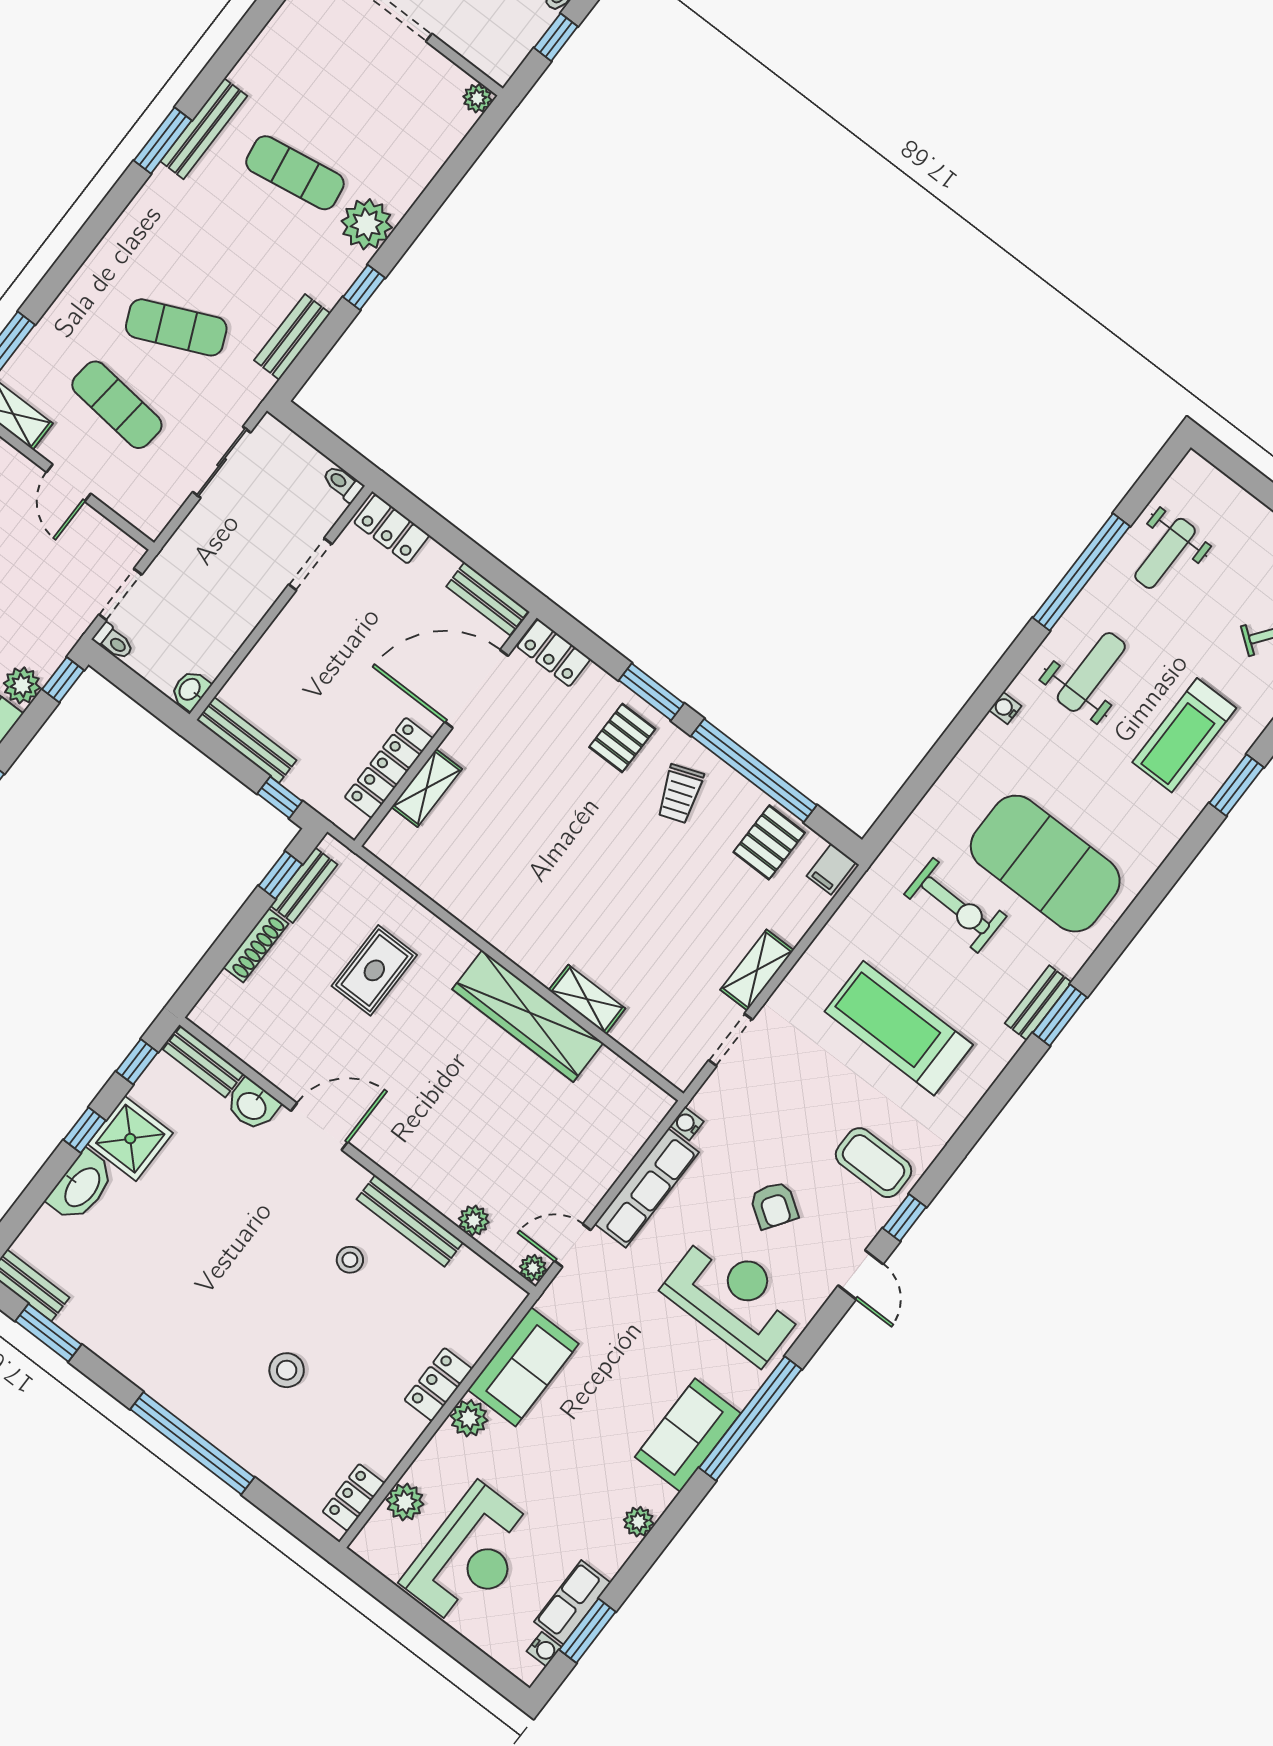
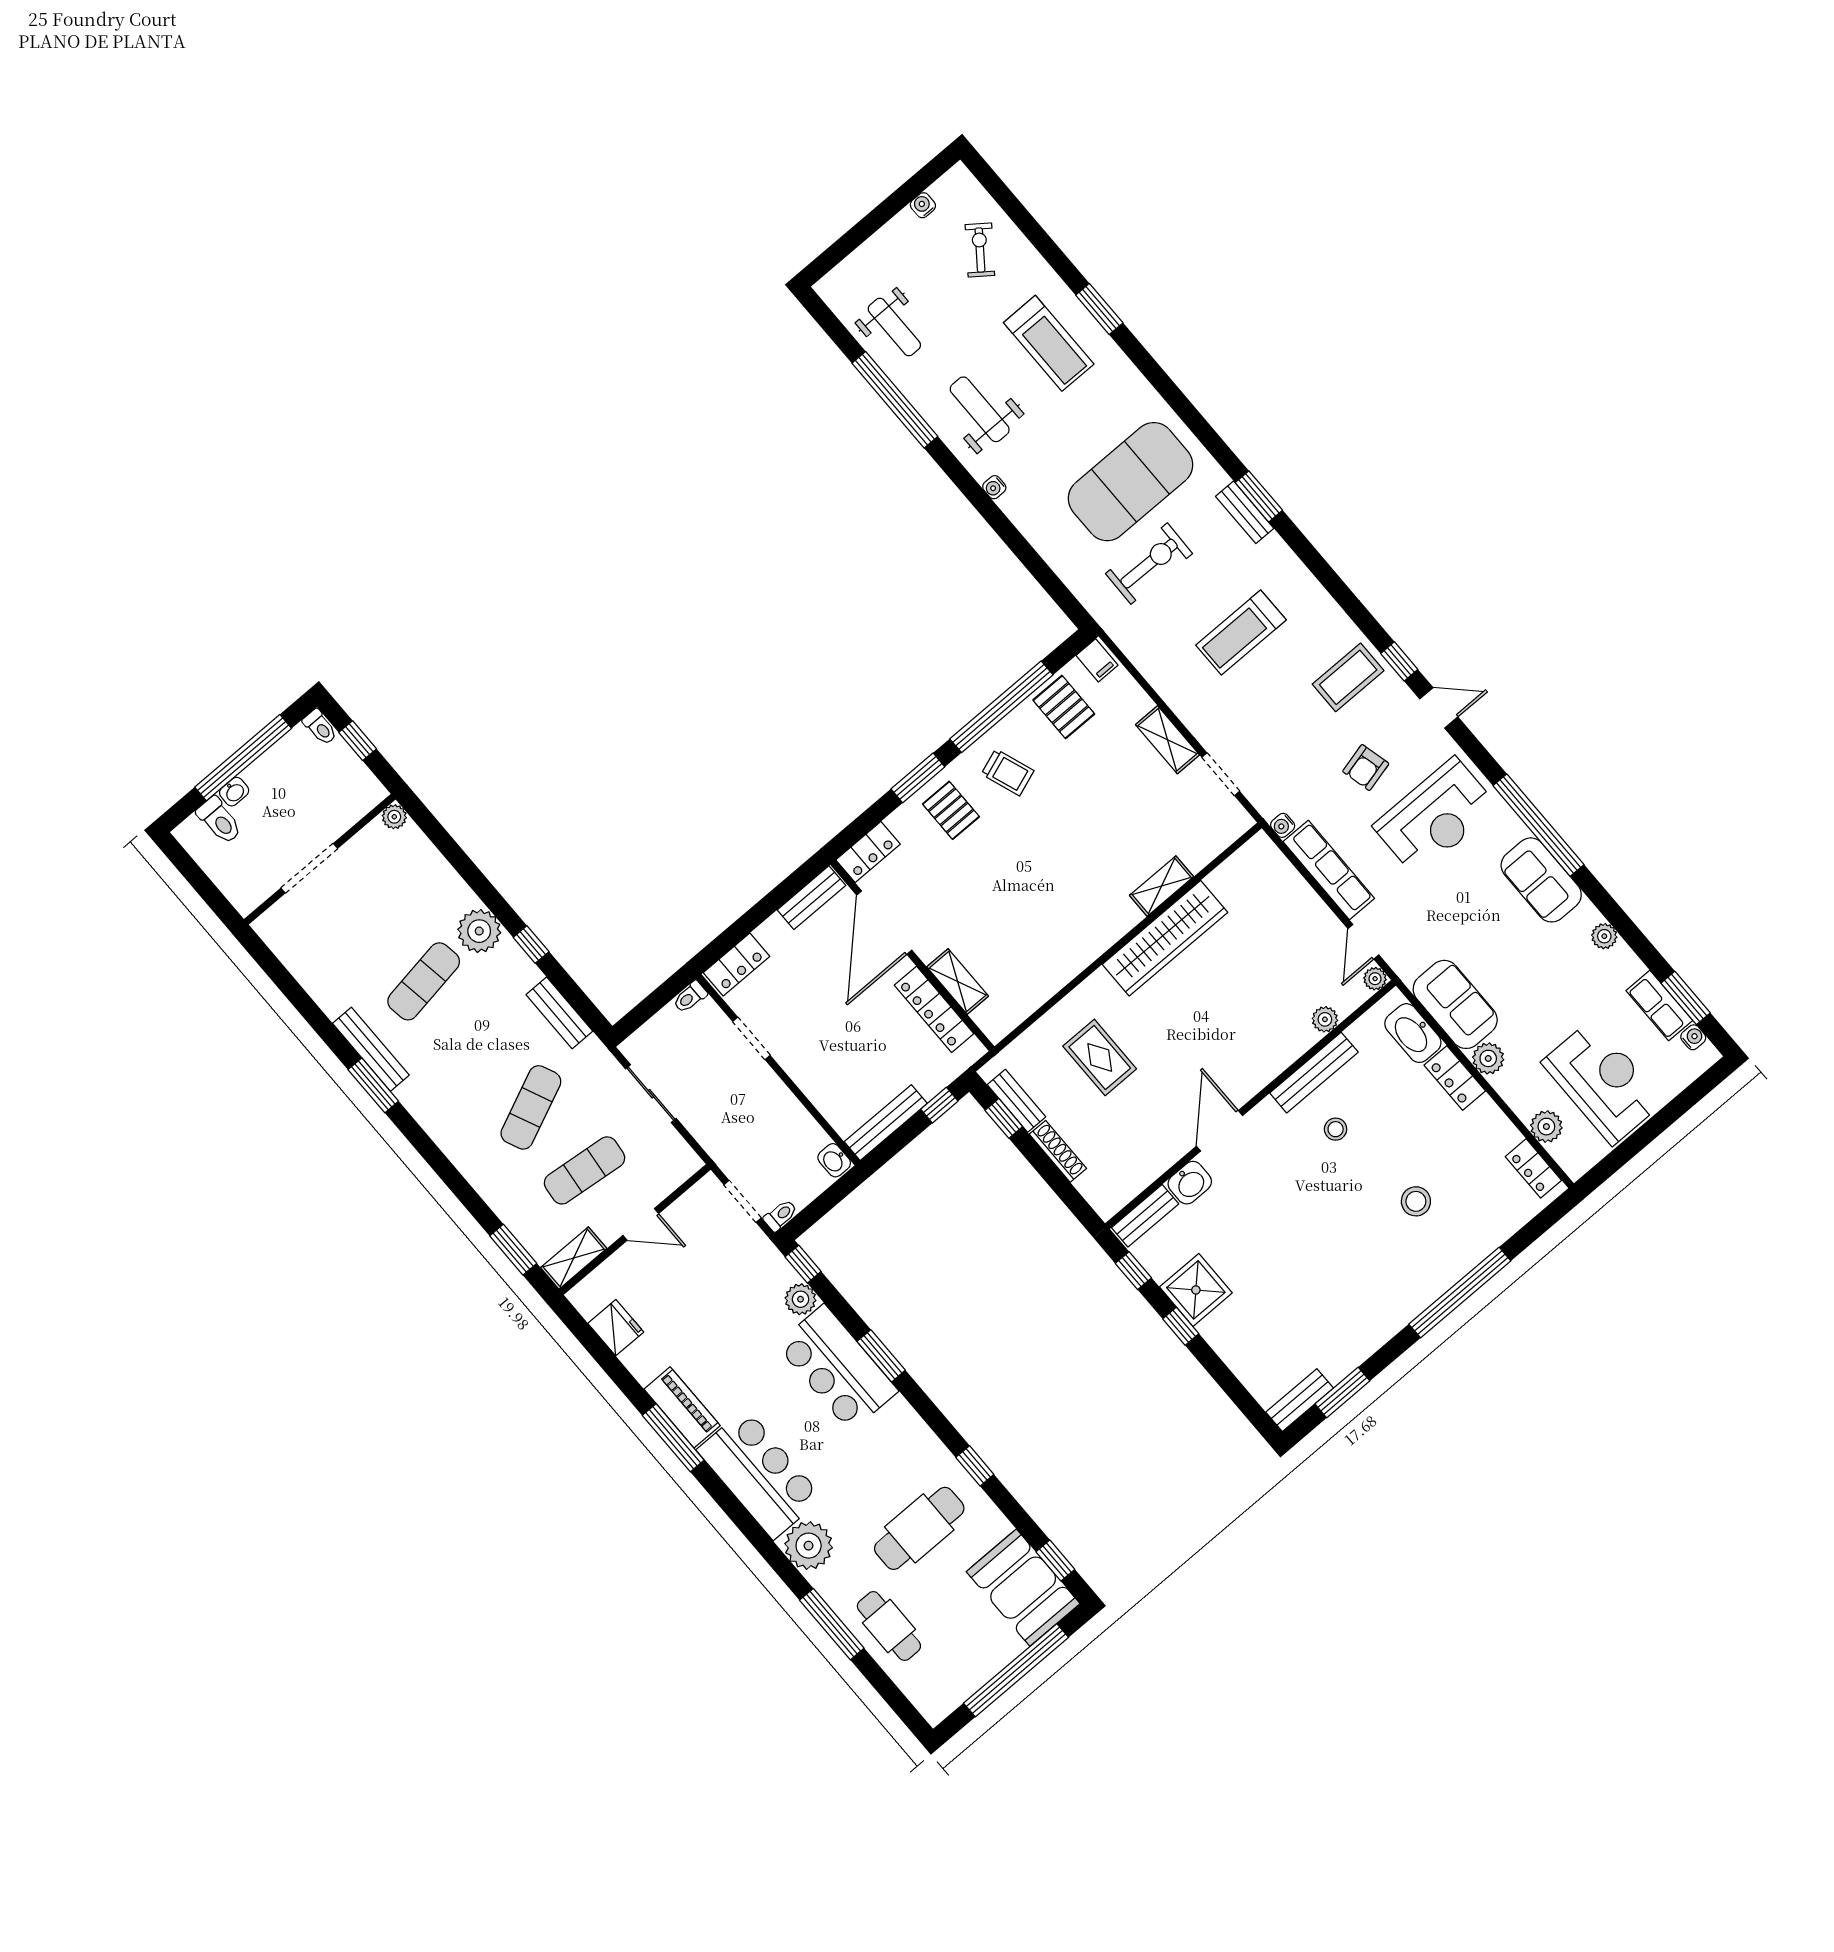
treadmill: (899, 1028) -> (1241, 632), width x0.73, depth x0.73
washbasin: (81, 1186) -> (1413, 1033), moved, turned 180
armchair: (774, 1205) -> (1366, 768), turned 132
reception desk: (735, 1298) -> (1435, 817), turned 180

